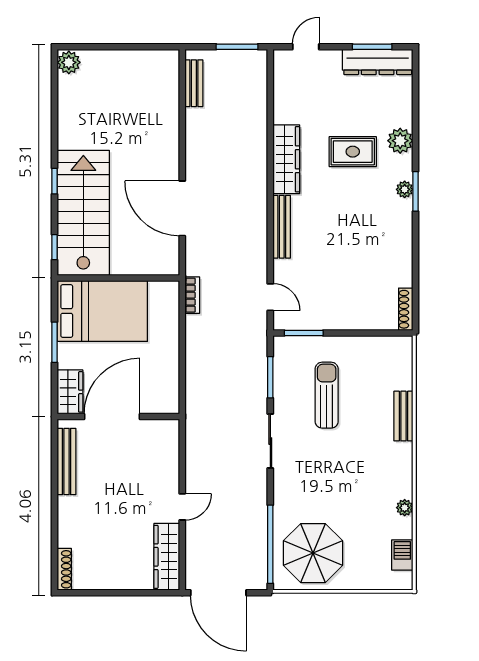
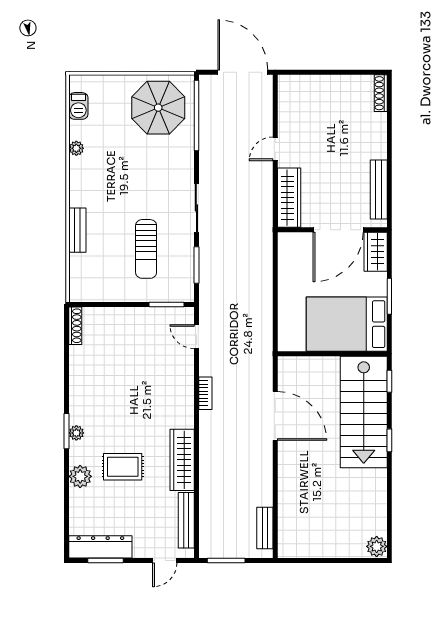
bench: (282, 227) -> (186, 520), moved
bookcase: (192, 295) -> (205, 393), moved, turned 180
wardrobe: (167, 557) -> (289, 198), moved

